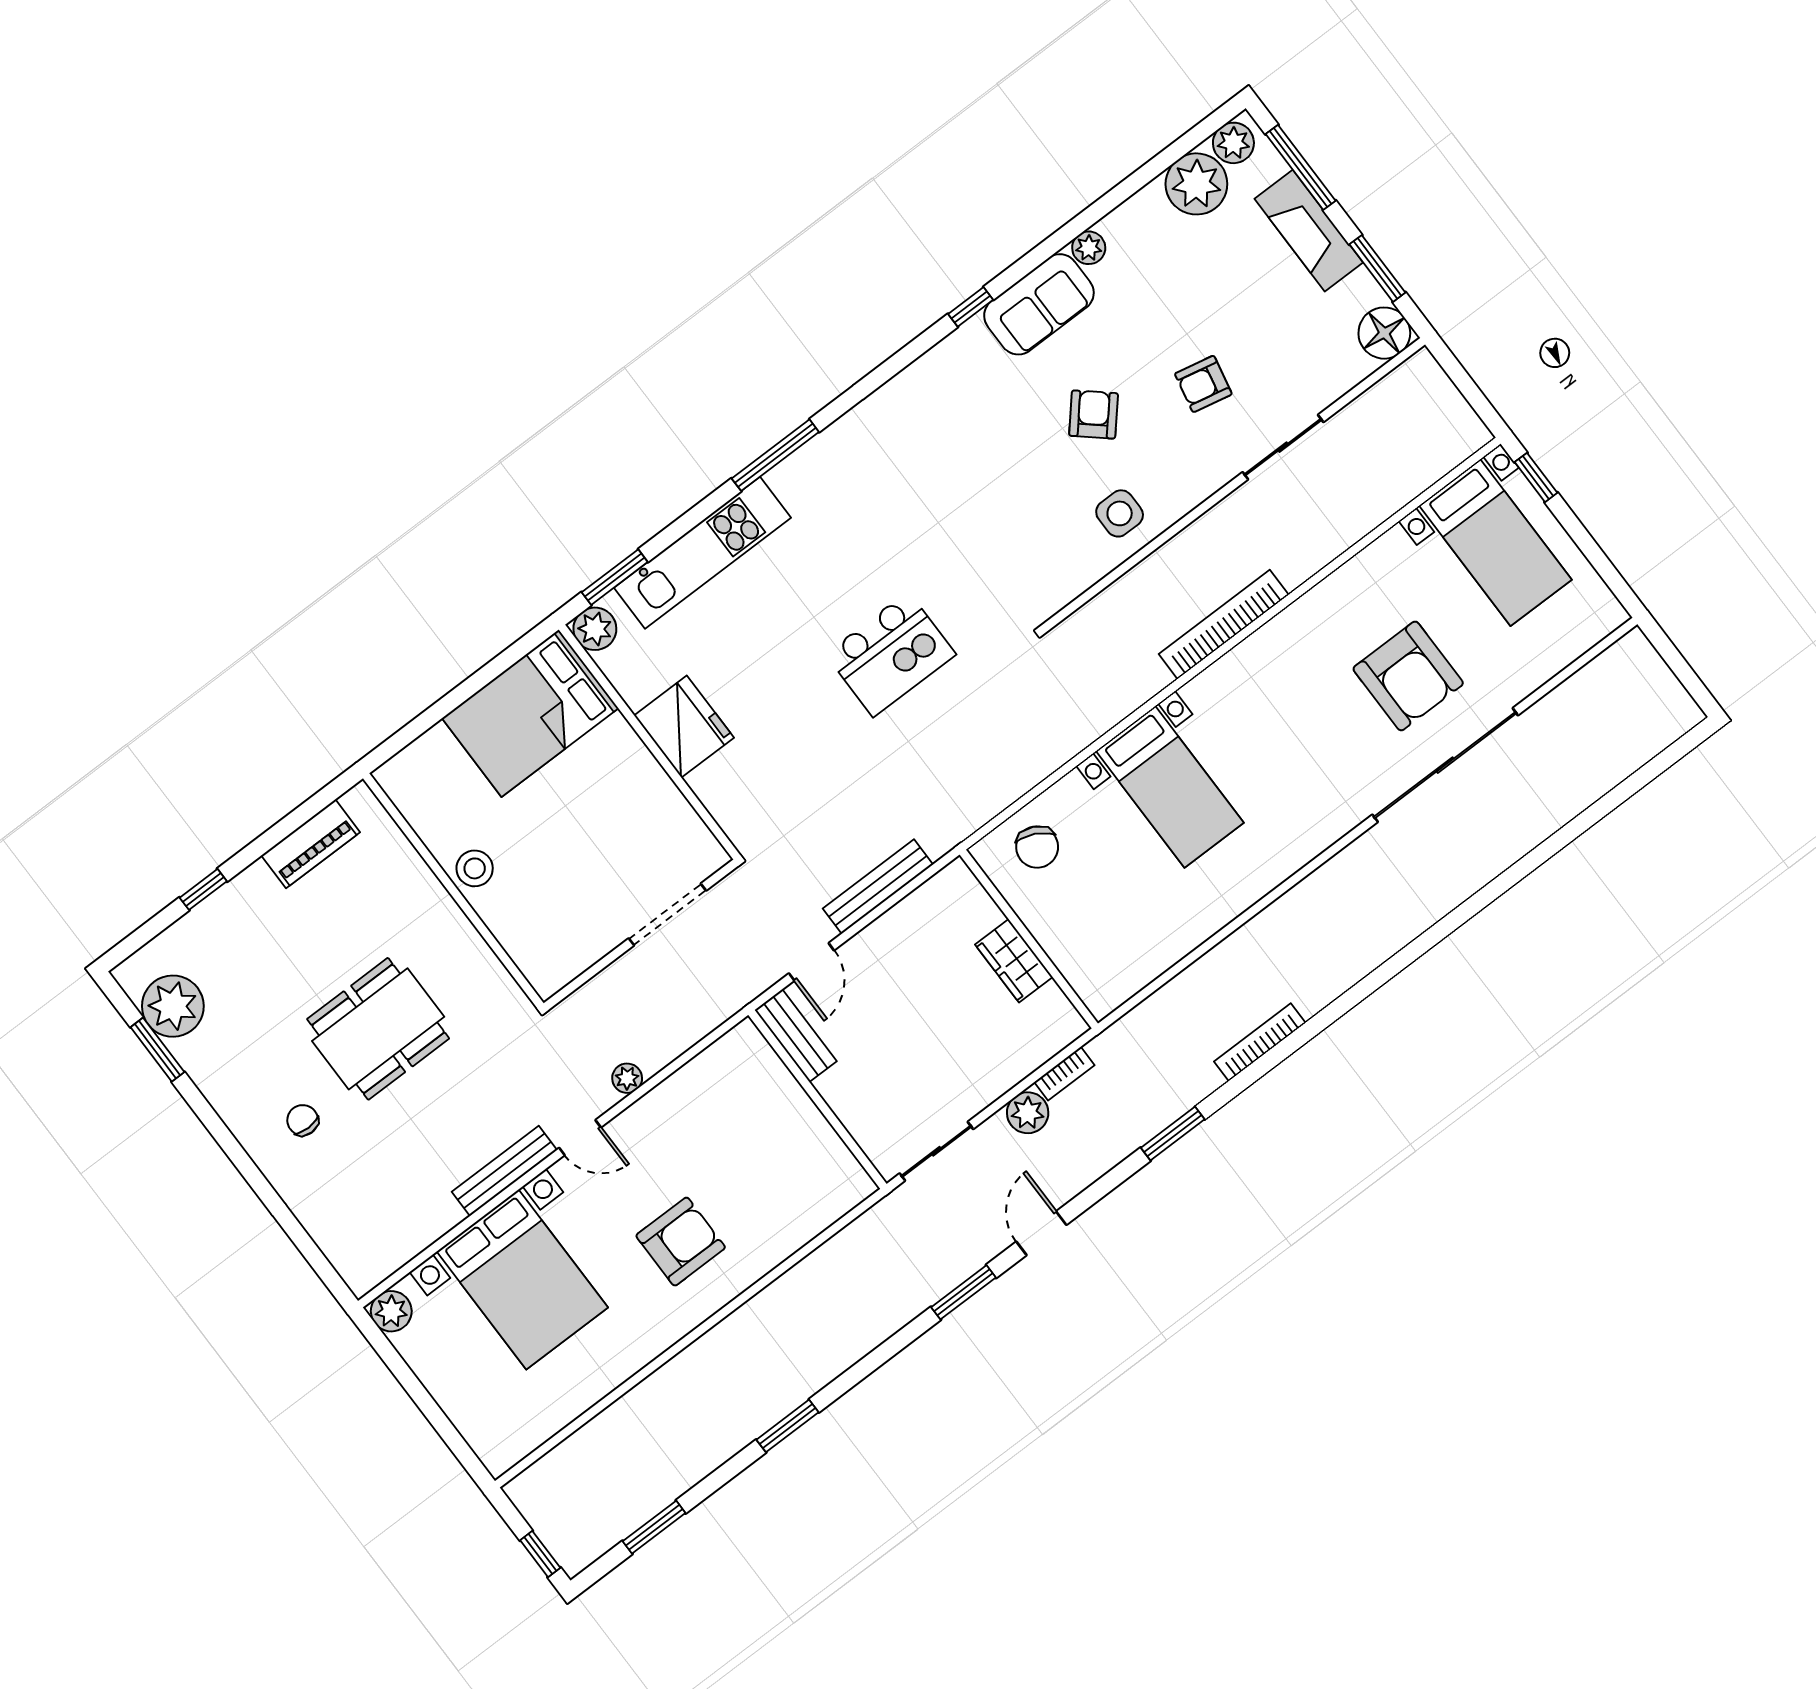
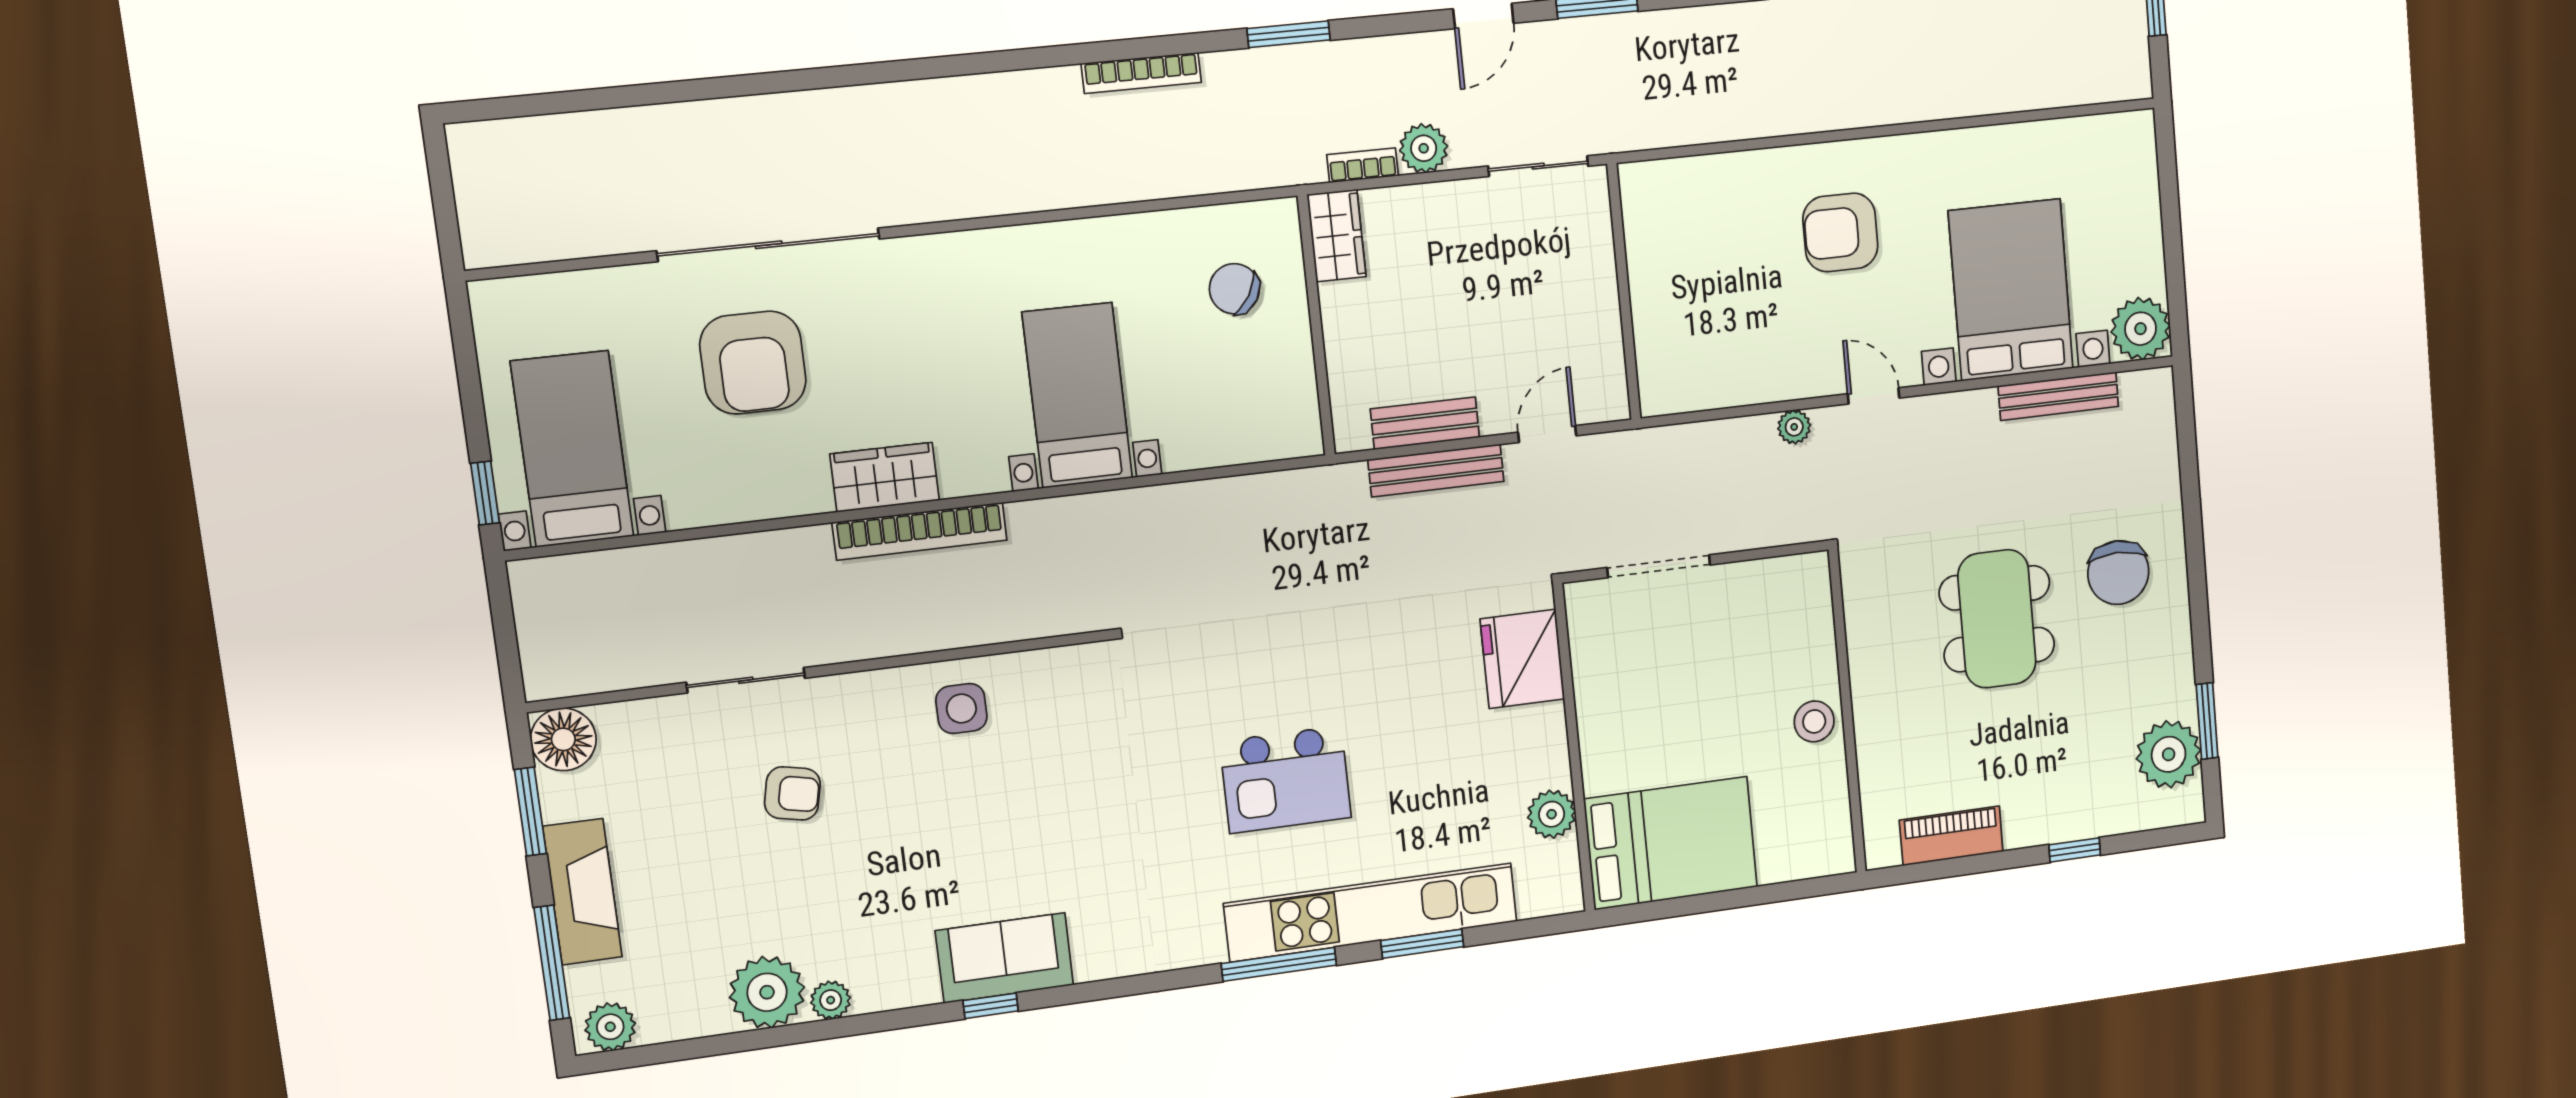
plant: (1196, 184) -> (767, 992), moved
sofa: (1039, 304) -> (1004, 958), moved
armchair: (1094, 414) -> (928, 826), removed
kitchen unit: (702, 553) -> (1371, 912), width x1.36
window: (615, 577) -> (1422, 944), moved
plant: (595, 629) -> (1552, 814), moved
wardrobe: (1271, 649) -> (885, 477), added
kitchen island: (891, 654) -> (1286, 780), moved, turned 180
armchair: (1408, 676) -> (753, 363), turned 180
fridge: (684, 727) -> (1522, 659), moved
chair: (1037, 847) -> (1234, 289), moved, turned -85
wardrobe: (1014, 961) -> (1337, 236), moved
dining table: (378, 1029) -> (1997, 619), turned 90
bench: (796, 1036) -> (1425, 423), moved, turned 90
chair: (303, 1120) -> (2118, 573), width x1.87, depth x1.87
bench: (504, 1171) -> (2058, 396), moved
plant: (391, 1311) -> (2141, 329), width x1.36, depth x1.36

